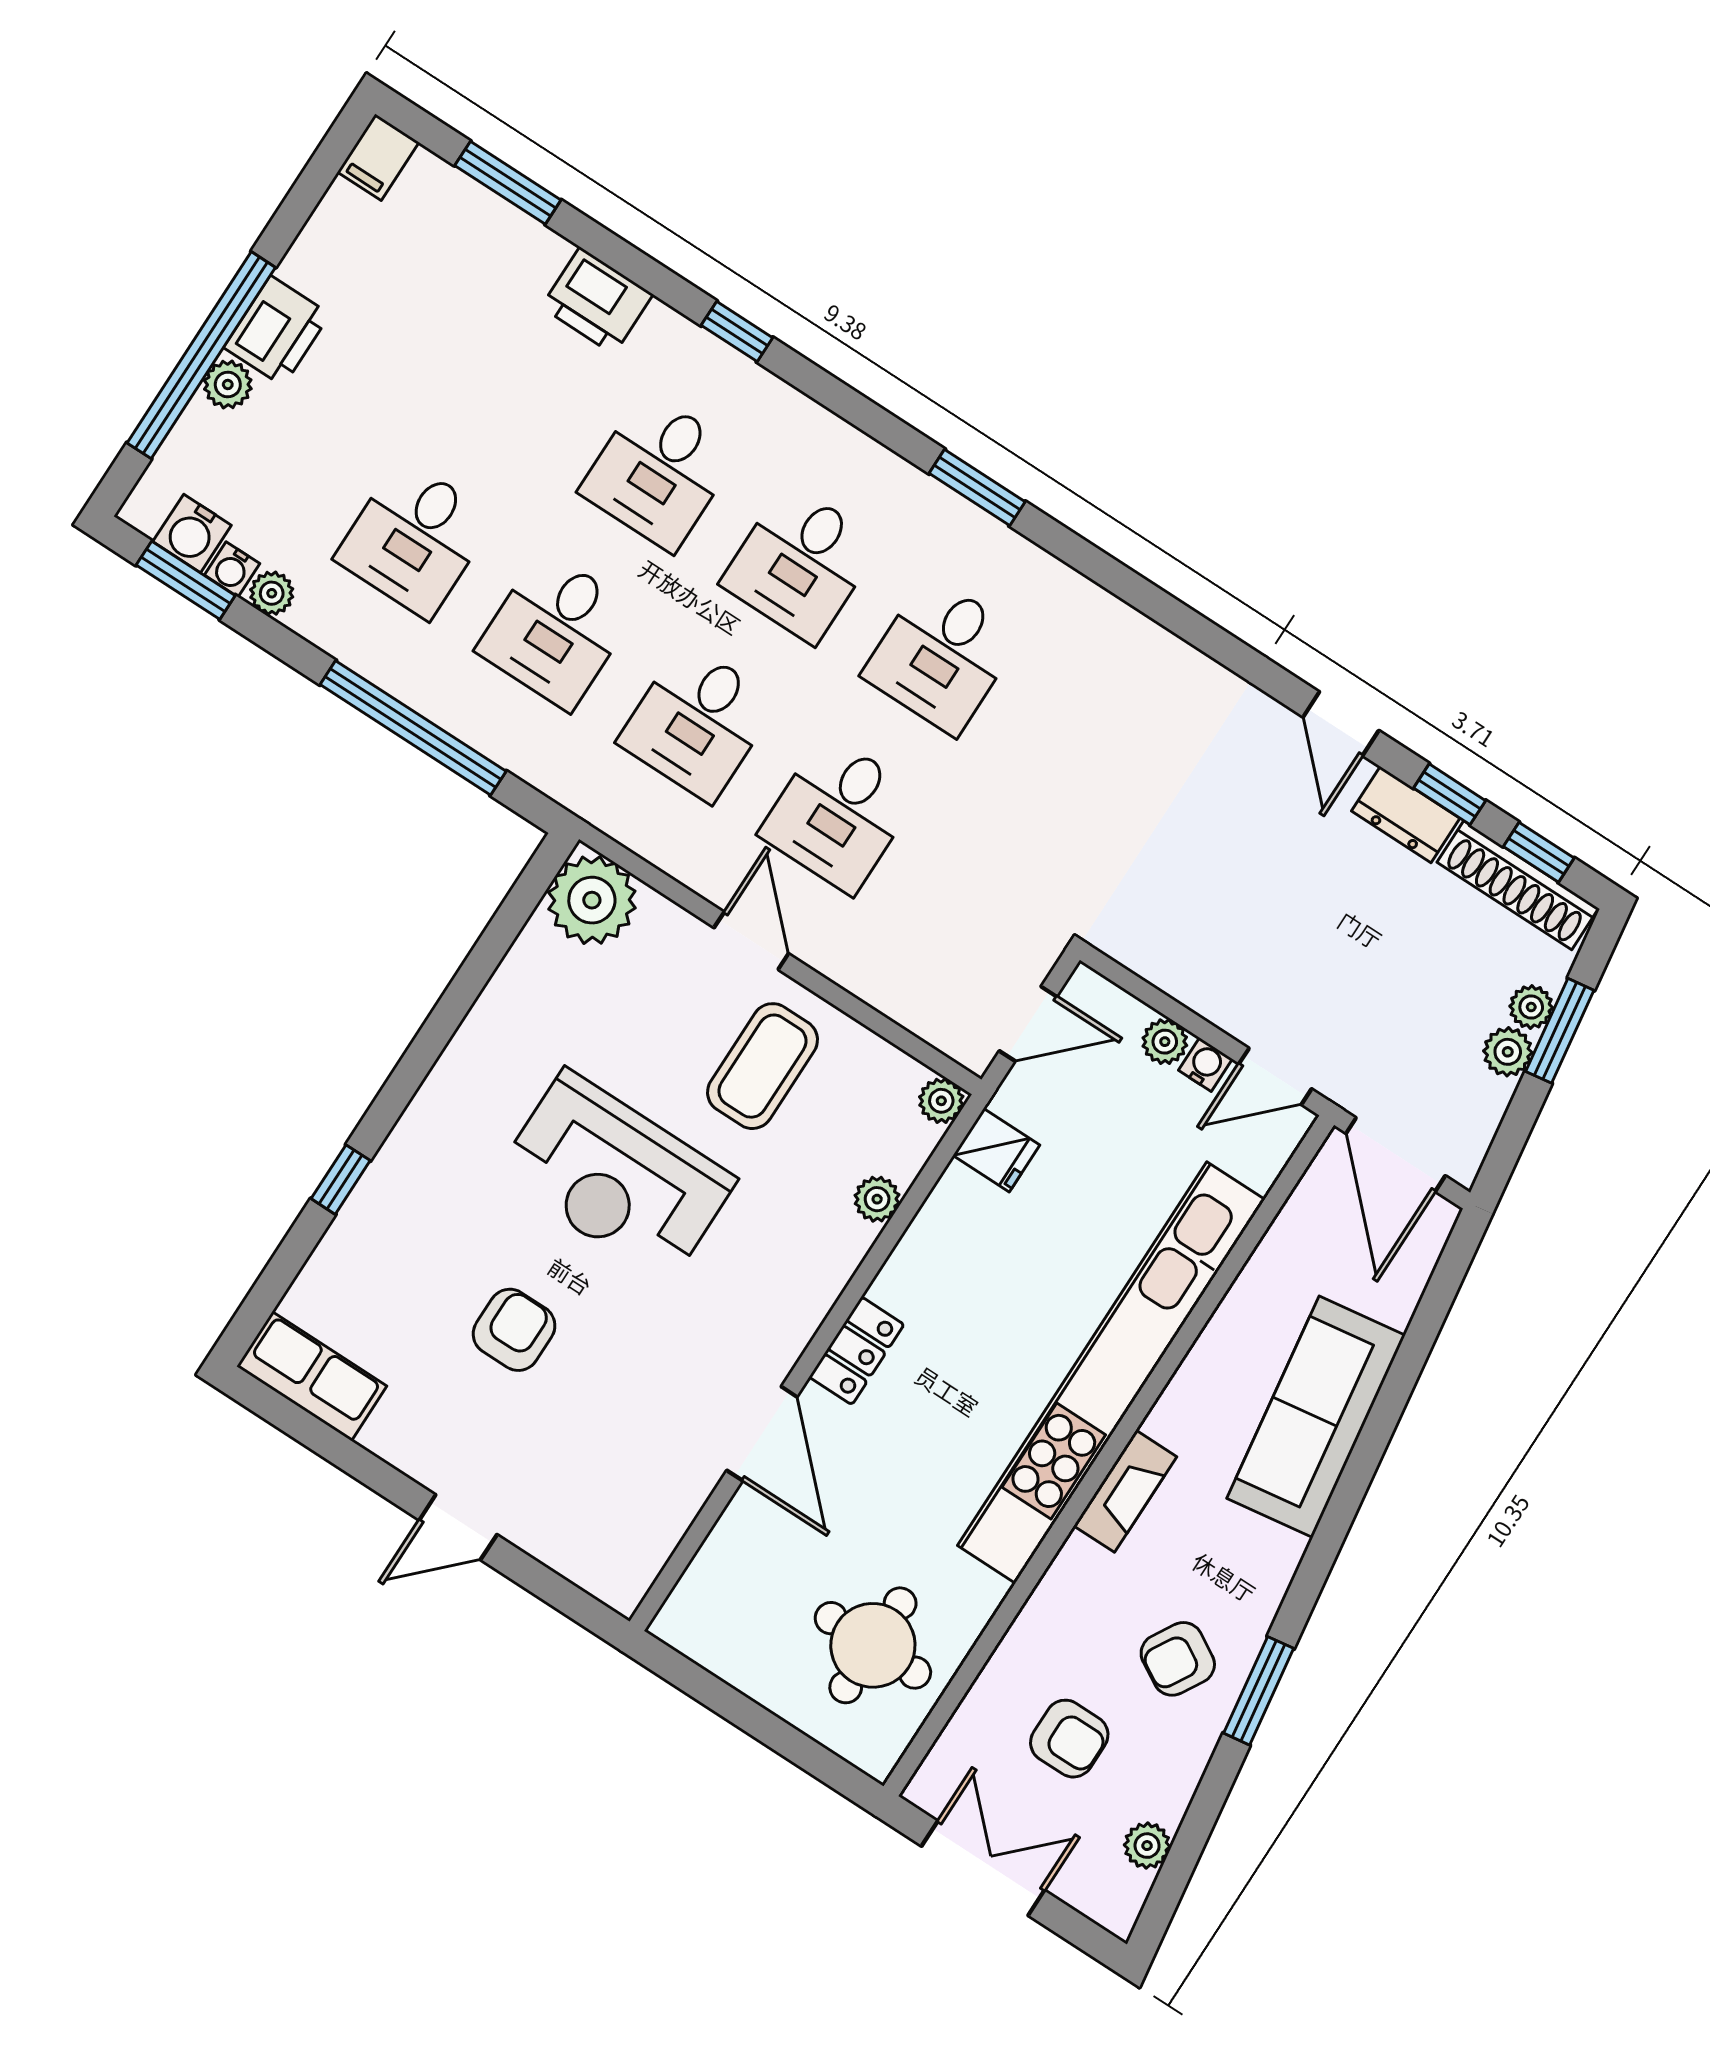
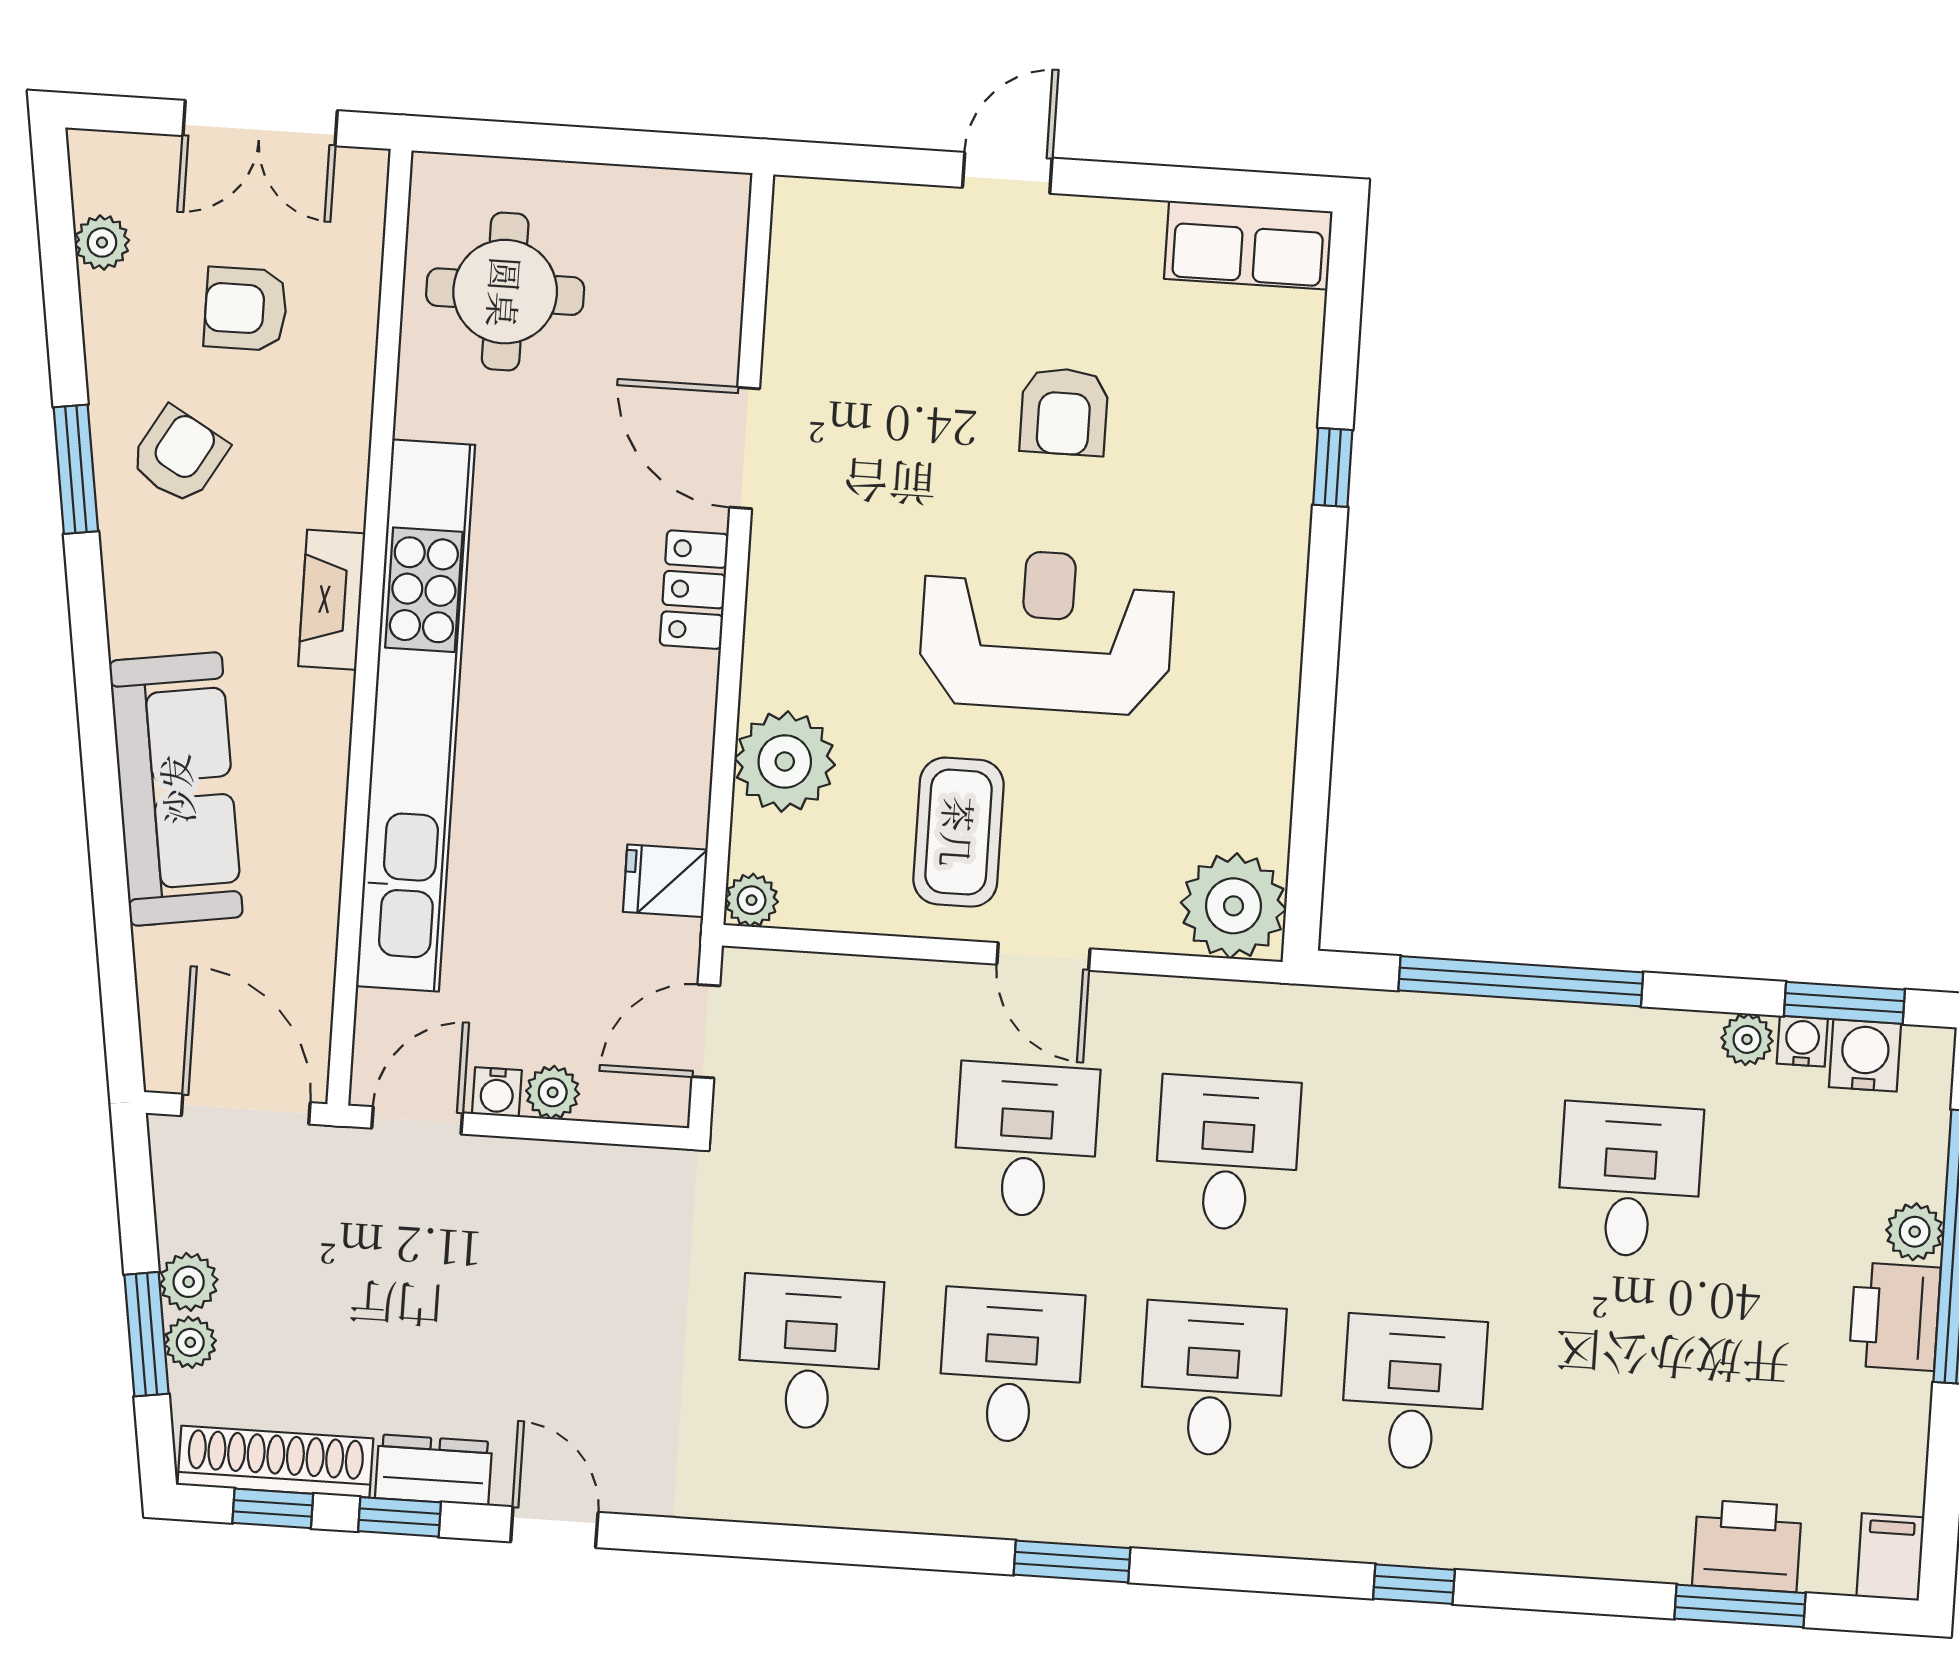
printer: (597, 301) -> (1747, 1546), moved
desk: (556, 630) -> (810, 1353), moved
plant: (877, 1199) -> (785, 762), width x1.87, depth x1.87

